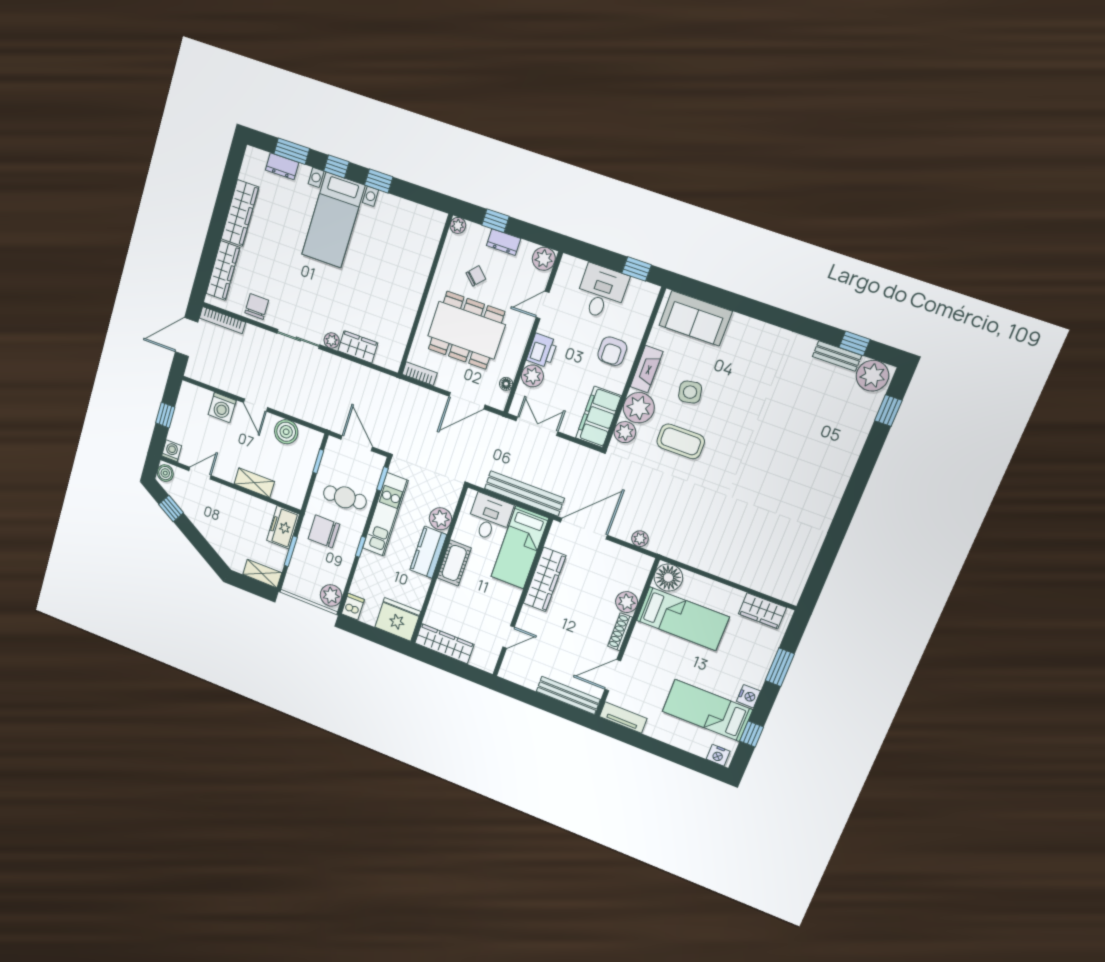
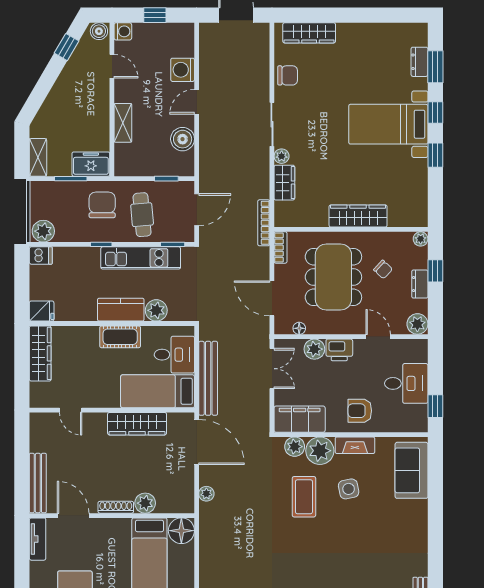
wardrobe: (240, 213) -> (358, 216), moved, turned 180
bookcase: (222, 320) -> (264, 223), moved
fridge: (398, 619) -> (42, 311), width x0.53, depth x0.75

